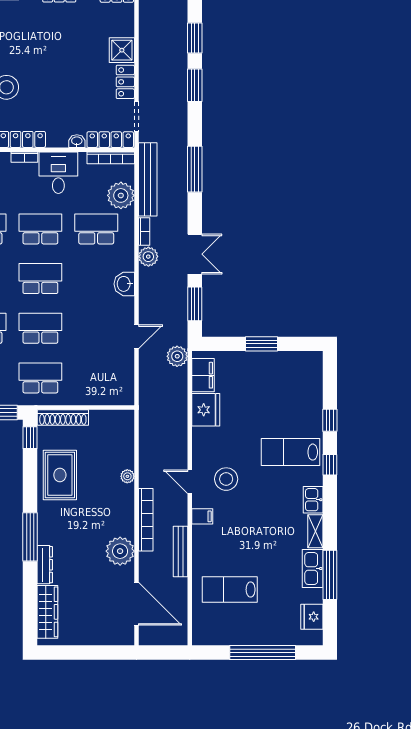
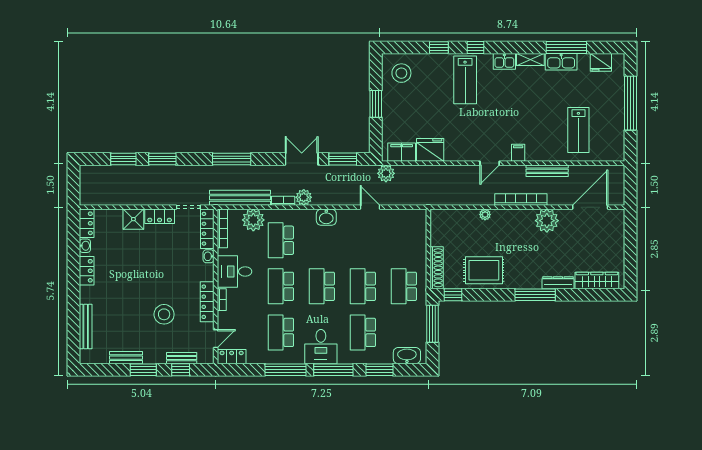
stool: (226, 479) -> (401, 73), moved

